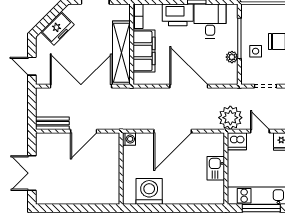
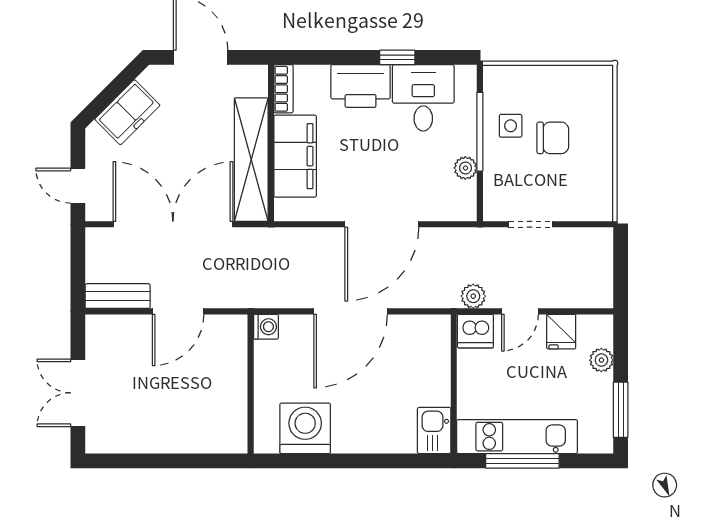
side table: (256, 51) -> (511, 126), moved
door: (189, 86) -> (382, 224), swing flipped
plant: (230, 118) -> (473, 296), width x0.53, depth x0.53
door: (260, 131) -> (520, 311), swing flipped
kitchen sink: (216, 168) -> (434, 431), moved

